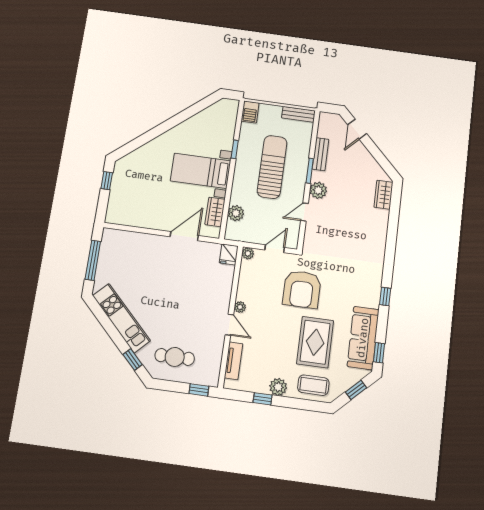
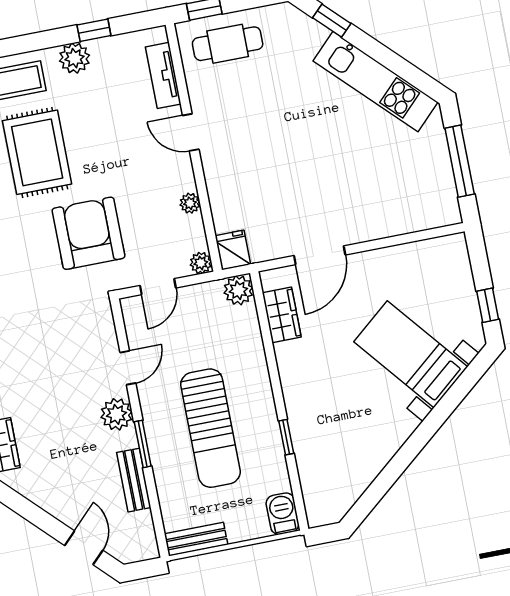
bed with nightstands: (201, 171) -> (411, 354), moved, turned -130
plant: (236, 213) -> (238, 290), moved
plant: (240, 307) -> (190, 203), moved
cafe table: (175, 357) -> (228, 44), moved

